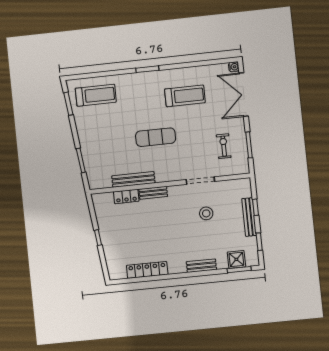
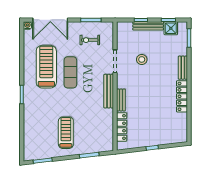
treadmill: (96, 95) -> (66, 133), moved
treadmill: (185, 96) -> (46, 67), width x1.37, depth x1.38
exercise mat: (156, 137) -> (70, 72), moved
bench: (133, 179) -> (109, 91), moved
locker: (126, 196) -> (122, 127), width x1.53
shower: (236, 259) -> (171, 28), moved
locker: (147, 270) -> (182, 96), moved

